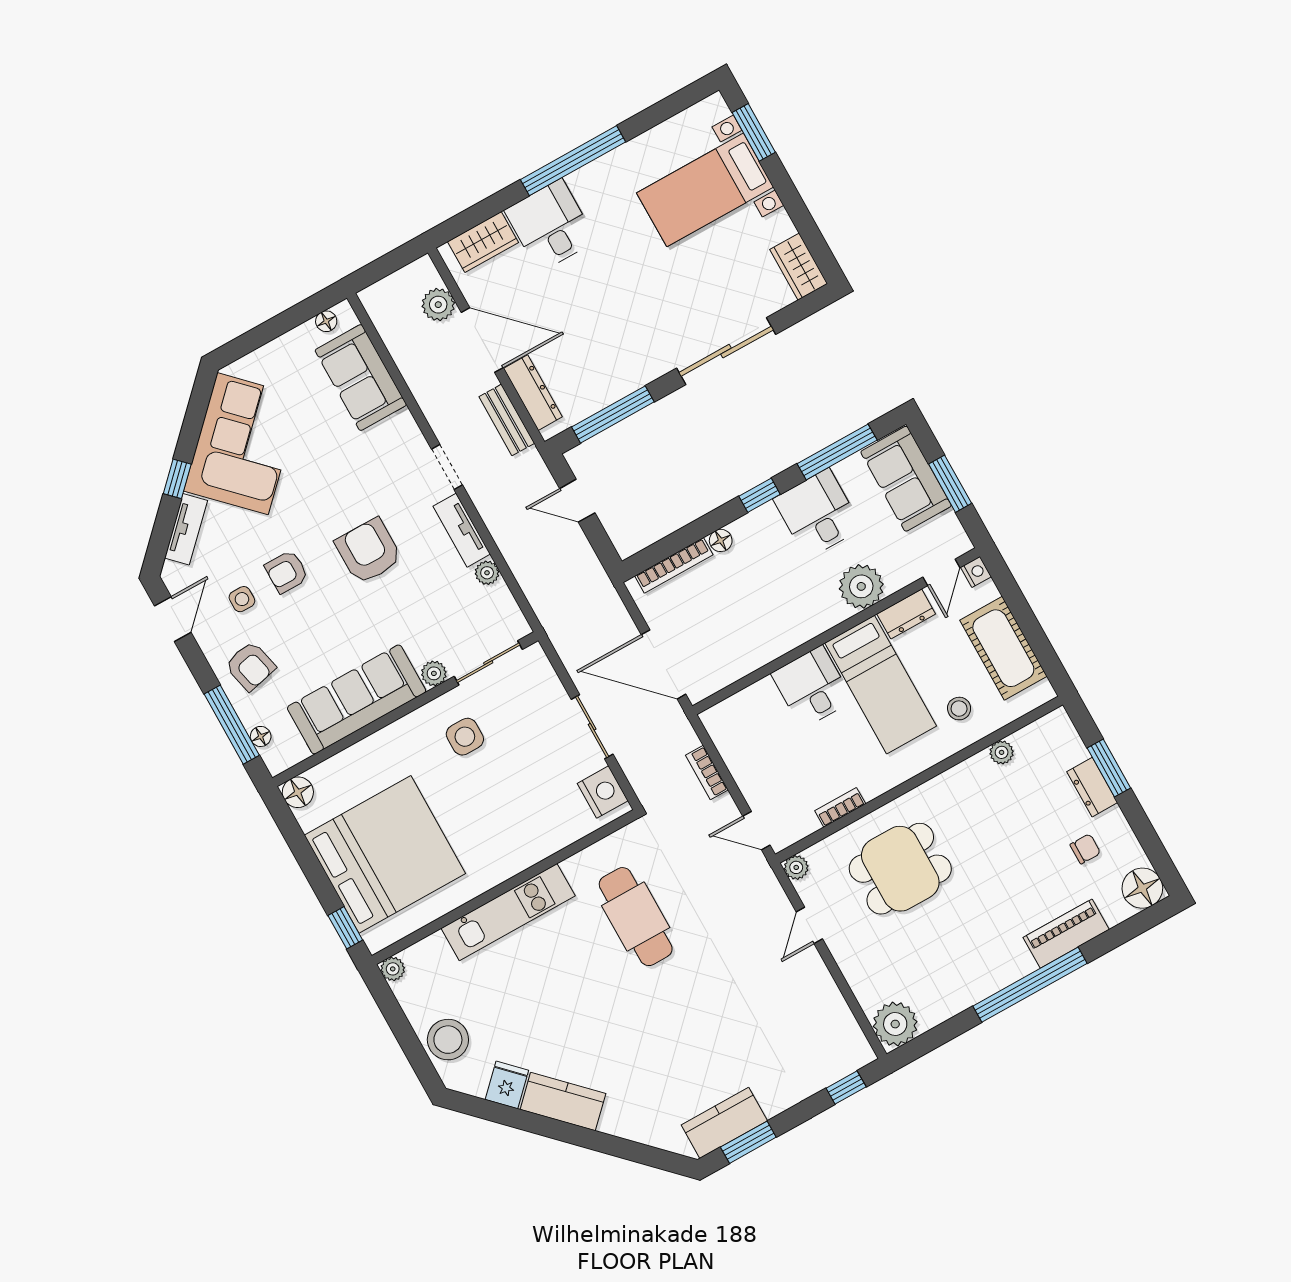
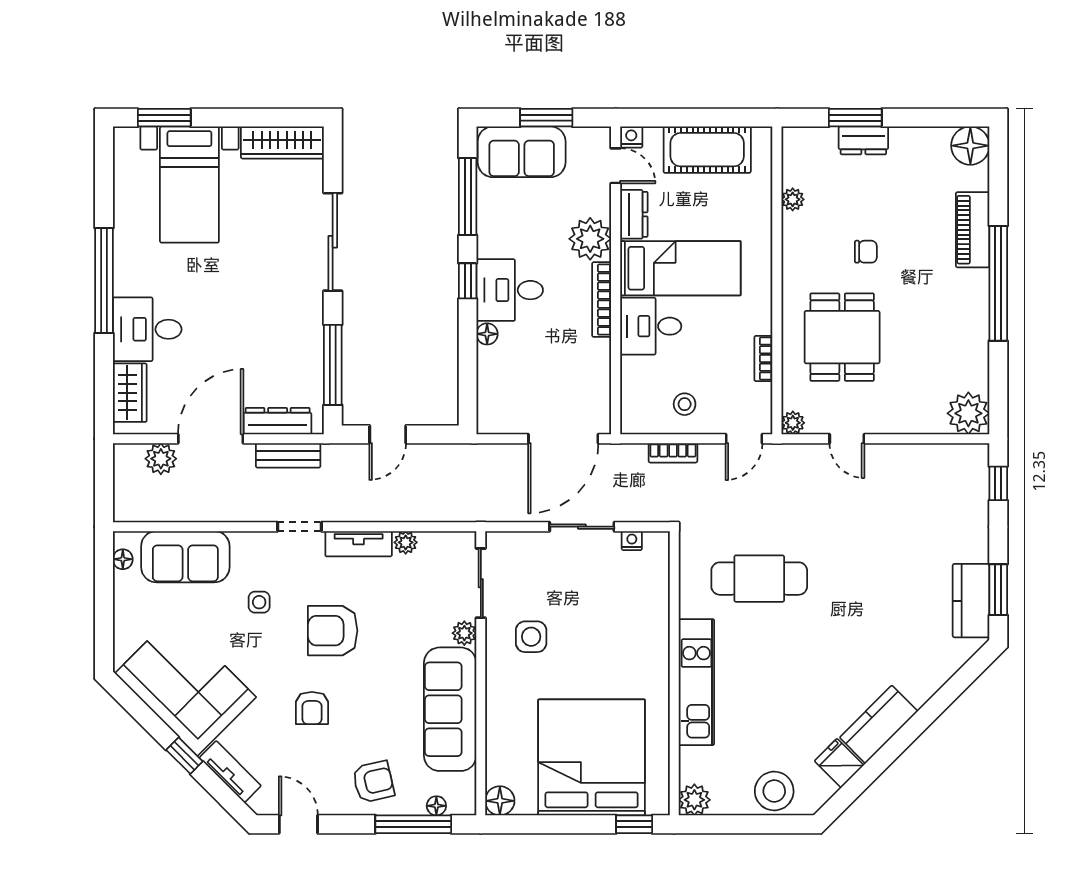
wardrobe: (799, 267) -> (282, 142), width x1.50
desk: (818, 514) -> (510, 290), moved
bookcase: (674, 565) -> (602, 300), moved, turned 180
side table: (242, 599) -> (259, 602), moved
stool: (959, 709) -> (685, 404), moved
nightstand: (603, 792) -> (632, 541), width x0.53, depth x0.56
chair: (1085, 849) -> (866, 252), moved, turned 90
plant: (393, 969) -> (694, 800), width x1.38, depth x1.38

